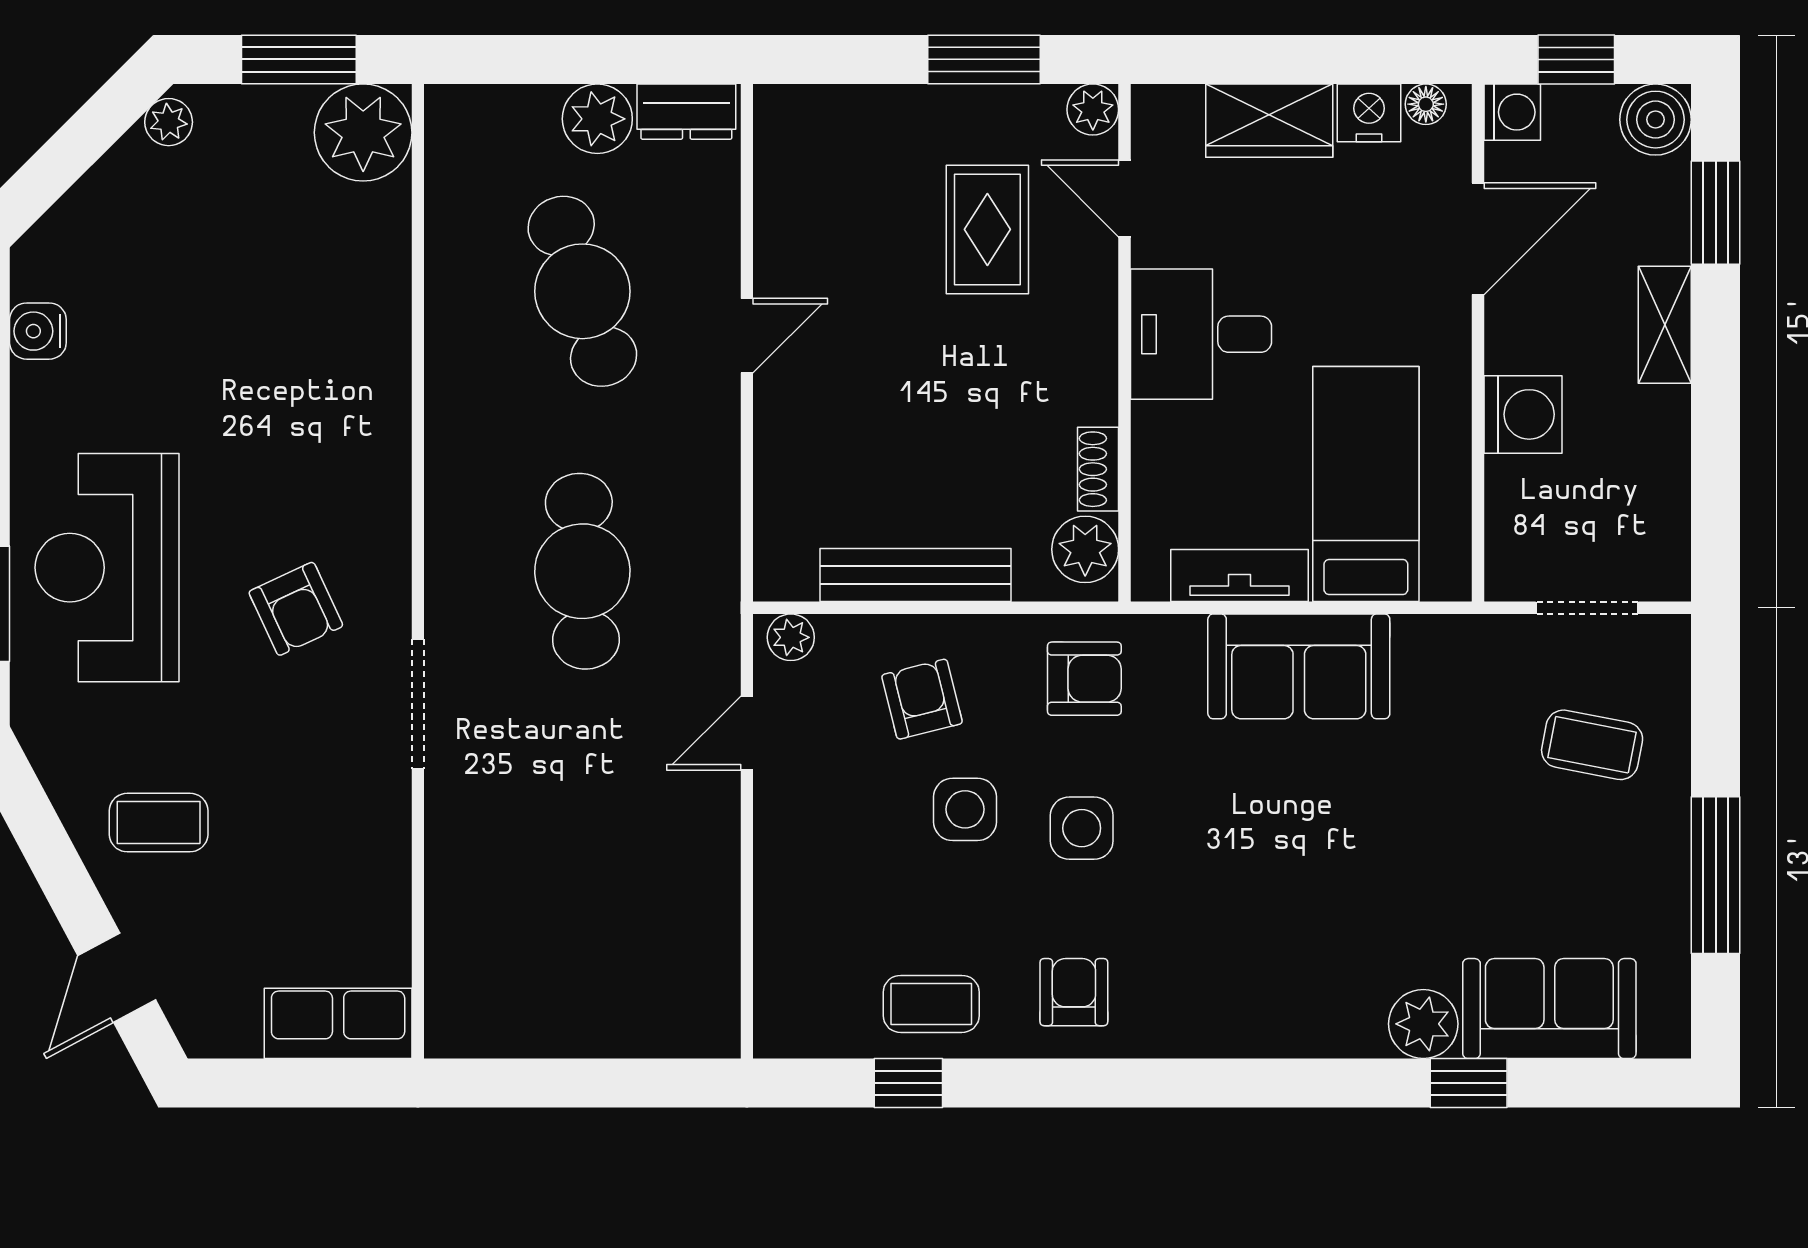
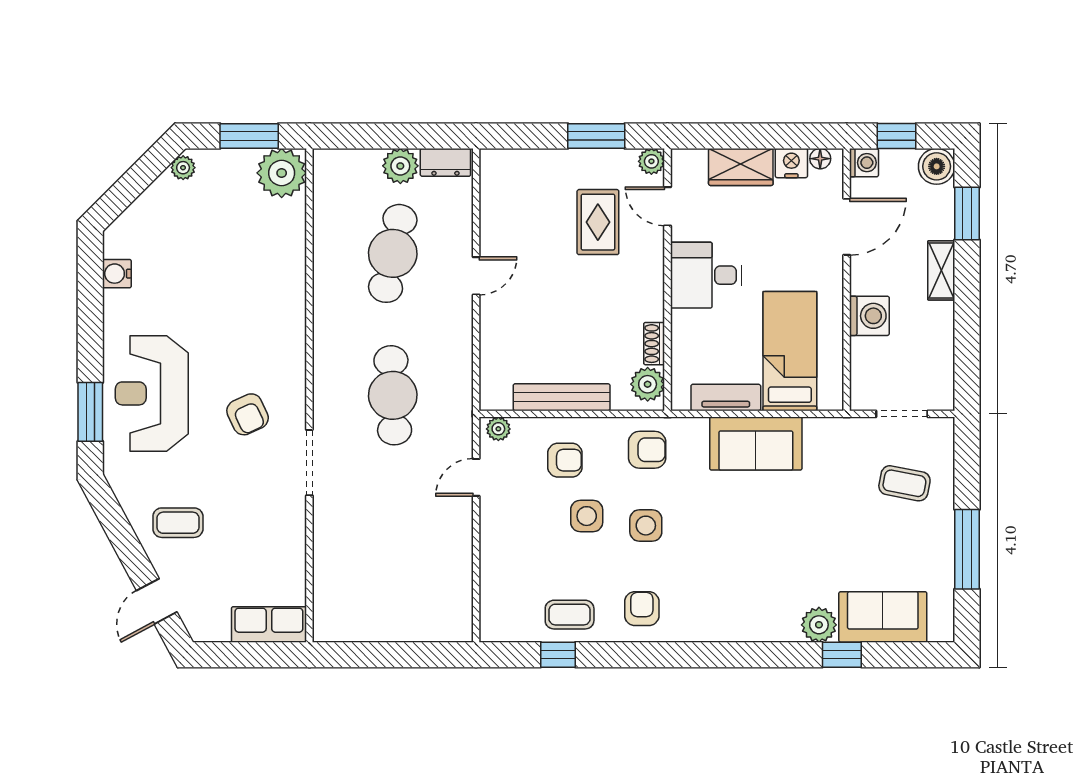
cafe table: (582, 291) -> (393, 253), turned 30
armchair: (922, 699) -> (565, 460), turned 104

